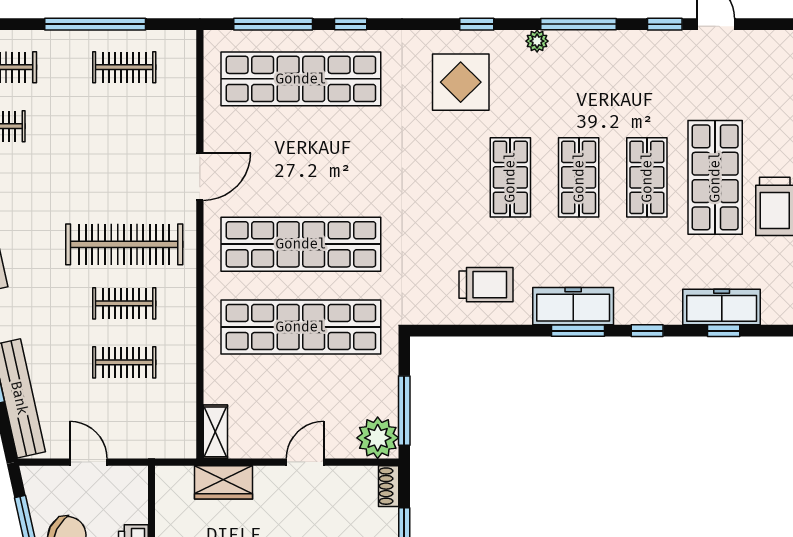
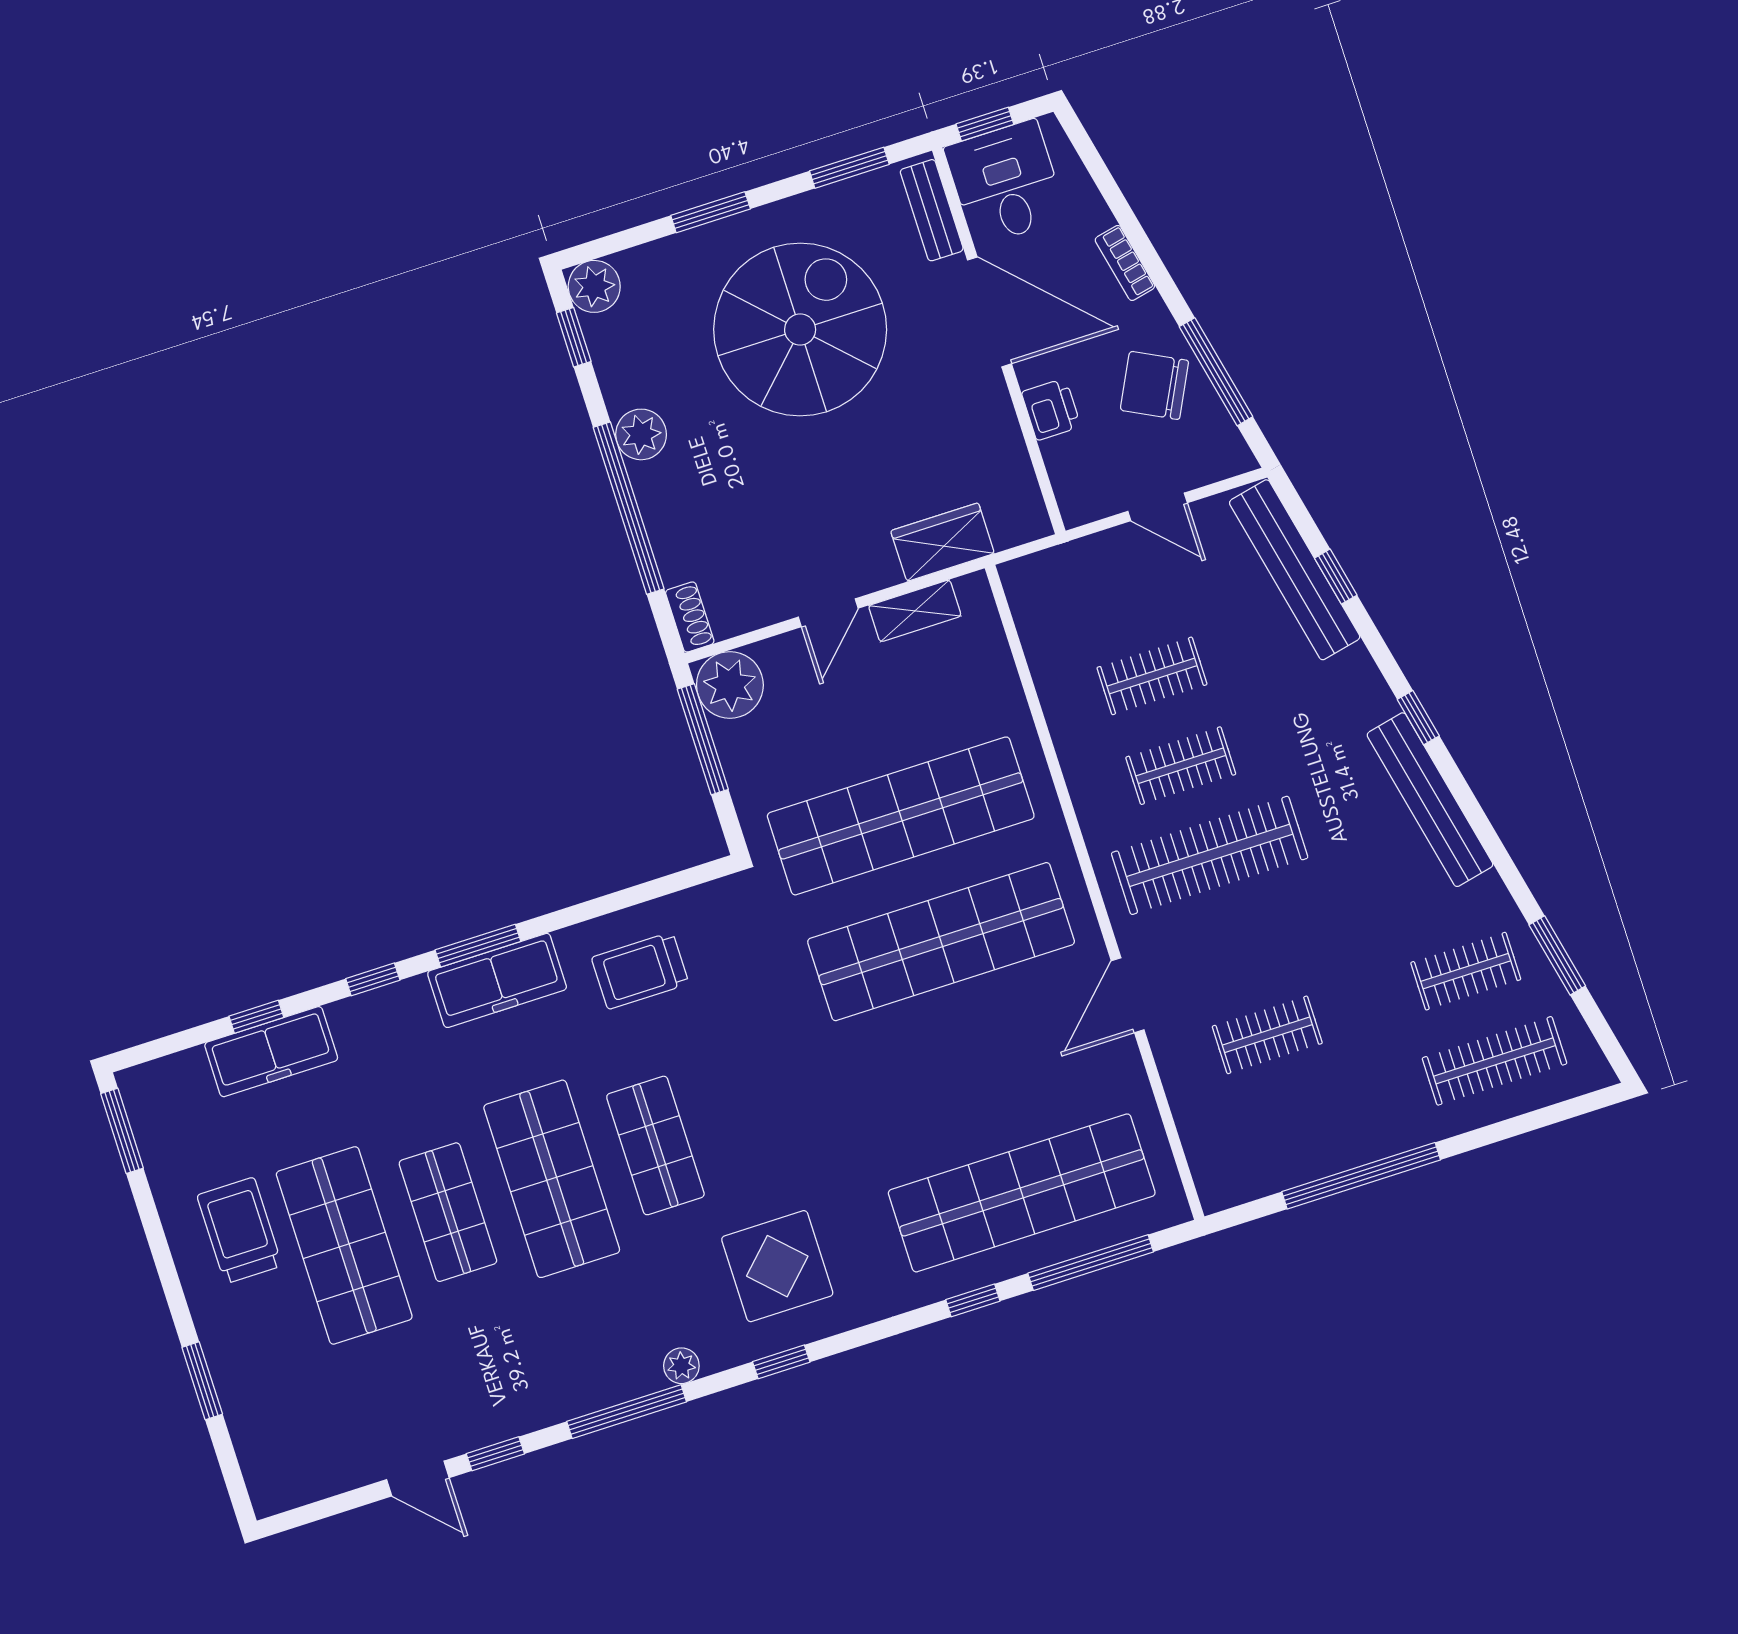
clothes rail: (124, 67) -> (1267, 1035), moved
shop shelf: (579, 177) -> (552, 1179), width x1.43, depth x1.36
shelving: (215, 432) -> (915, 611), moved, turned 90

